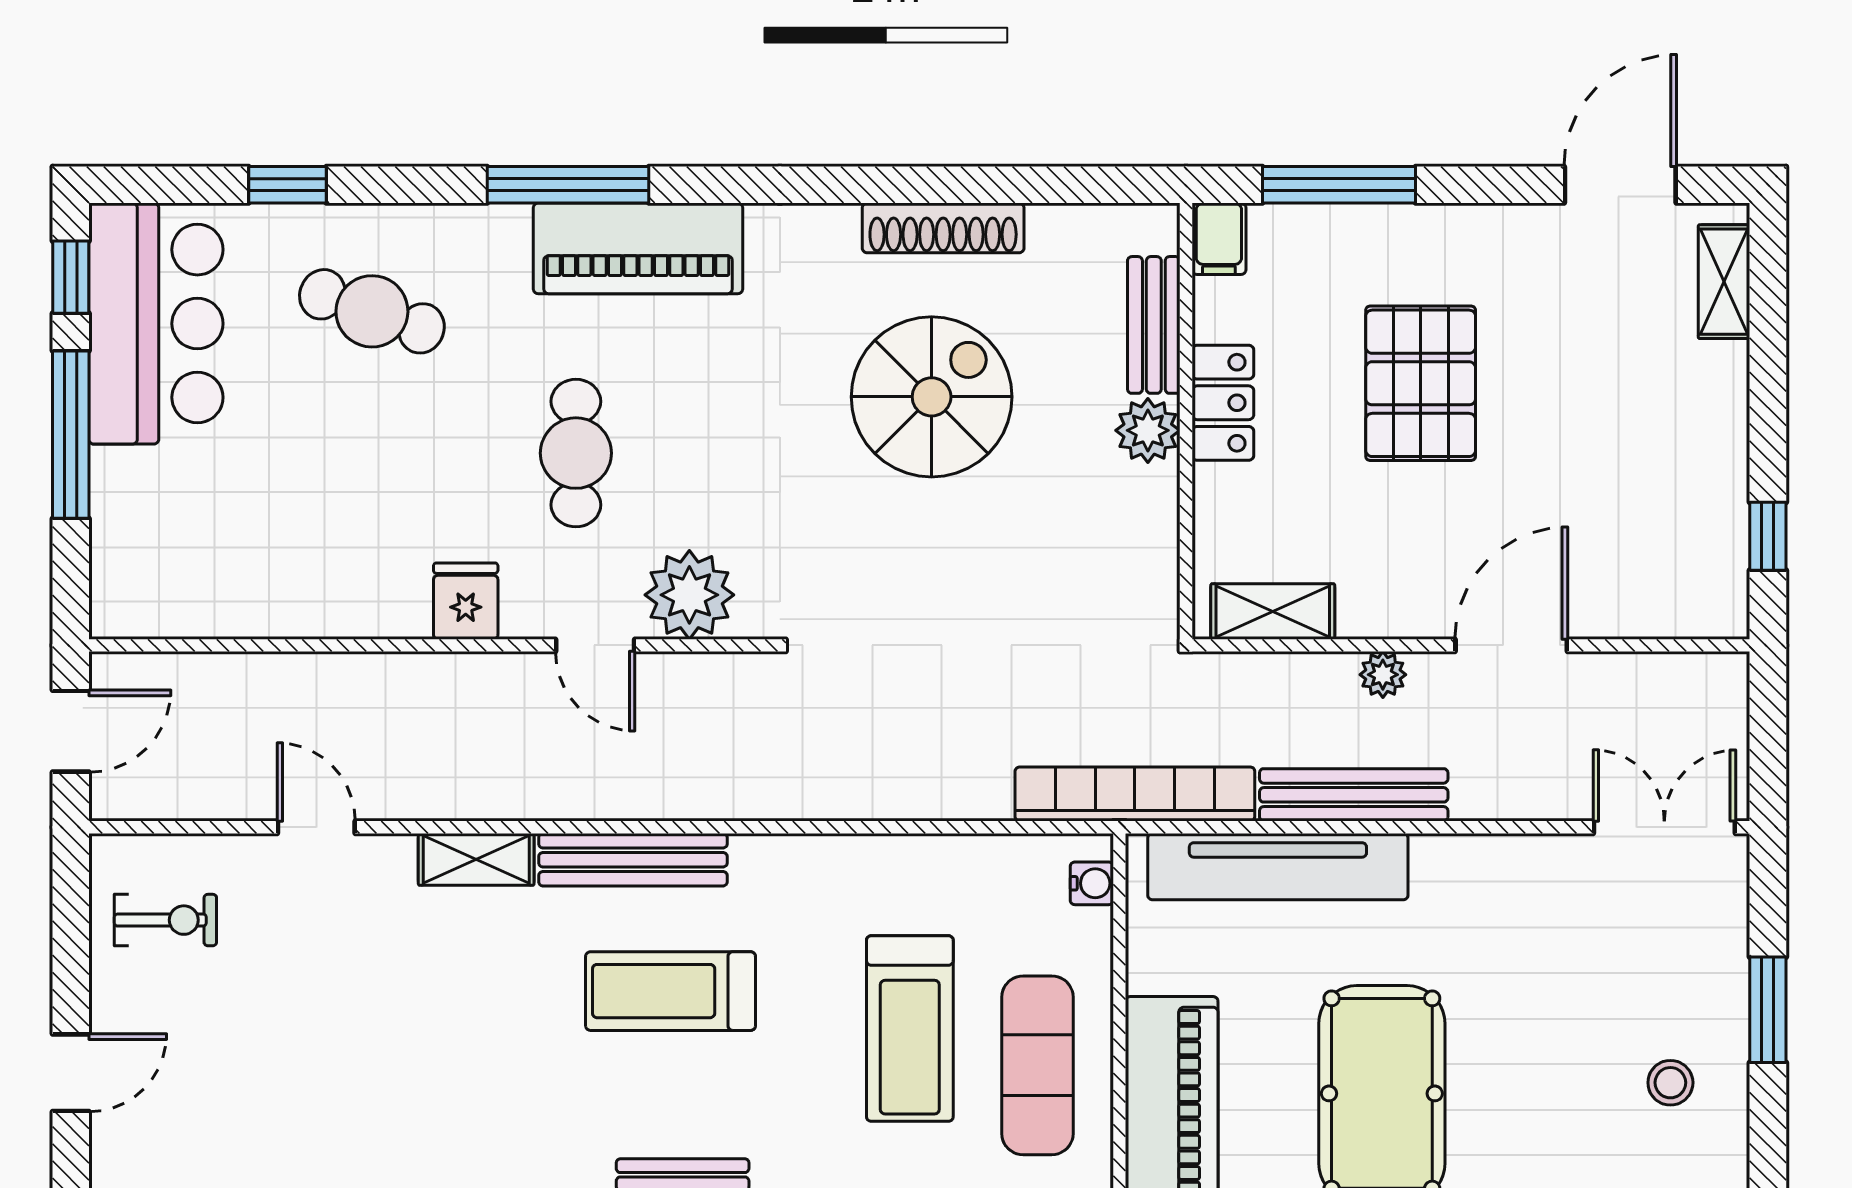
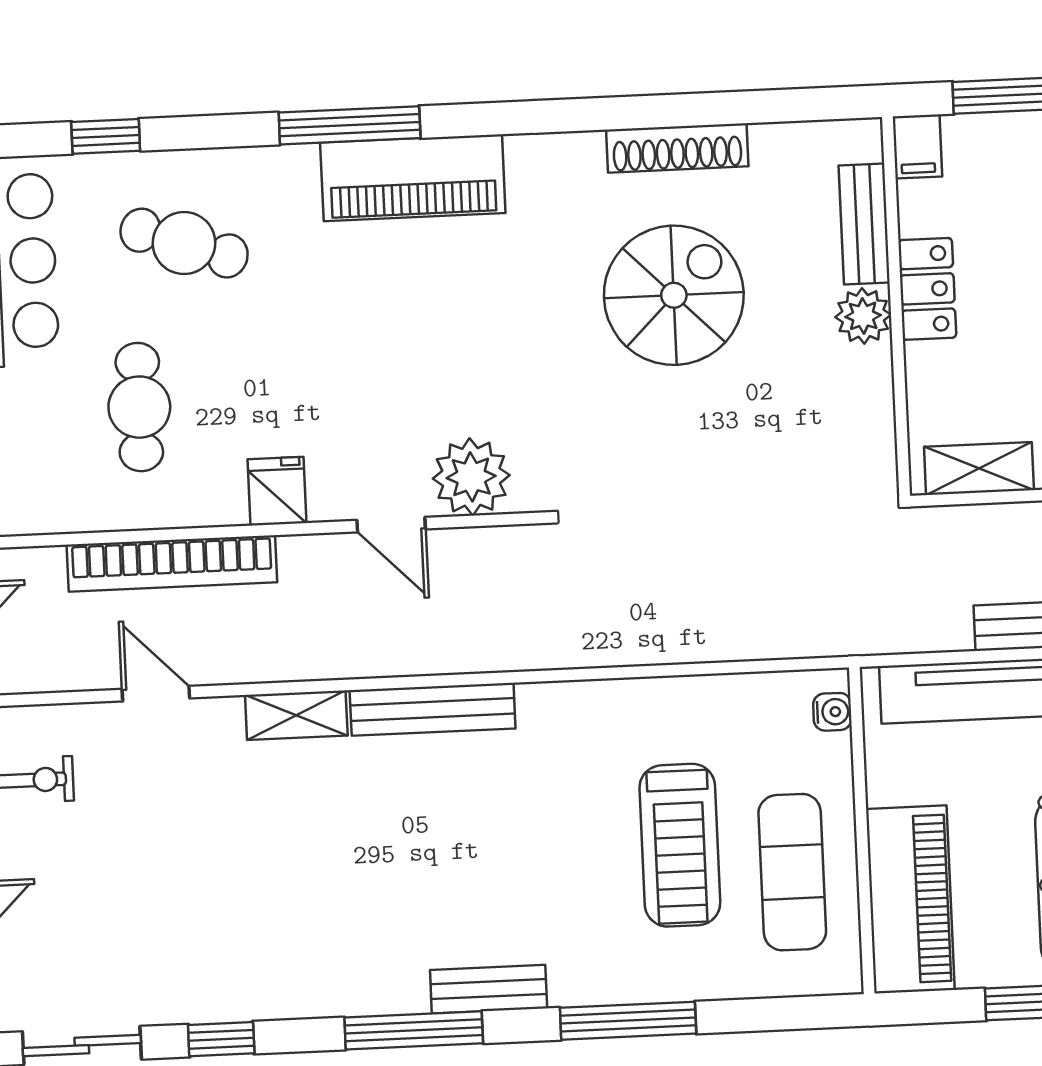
cafe table: (576, 453) -> (139, 407), moved
bookcase: (1135, 794) -> (172, 564), moved, turned 180
treadmill: (670, 991) -> (470, 822), removed

